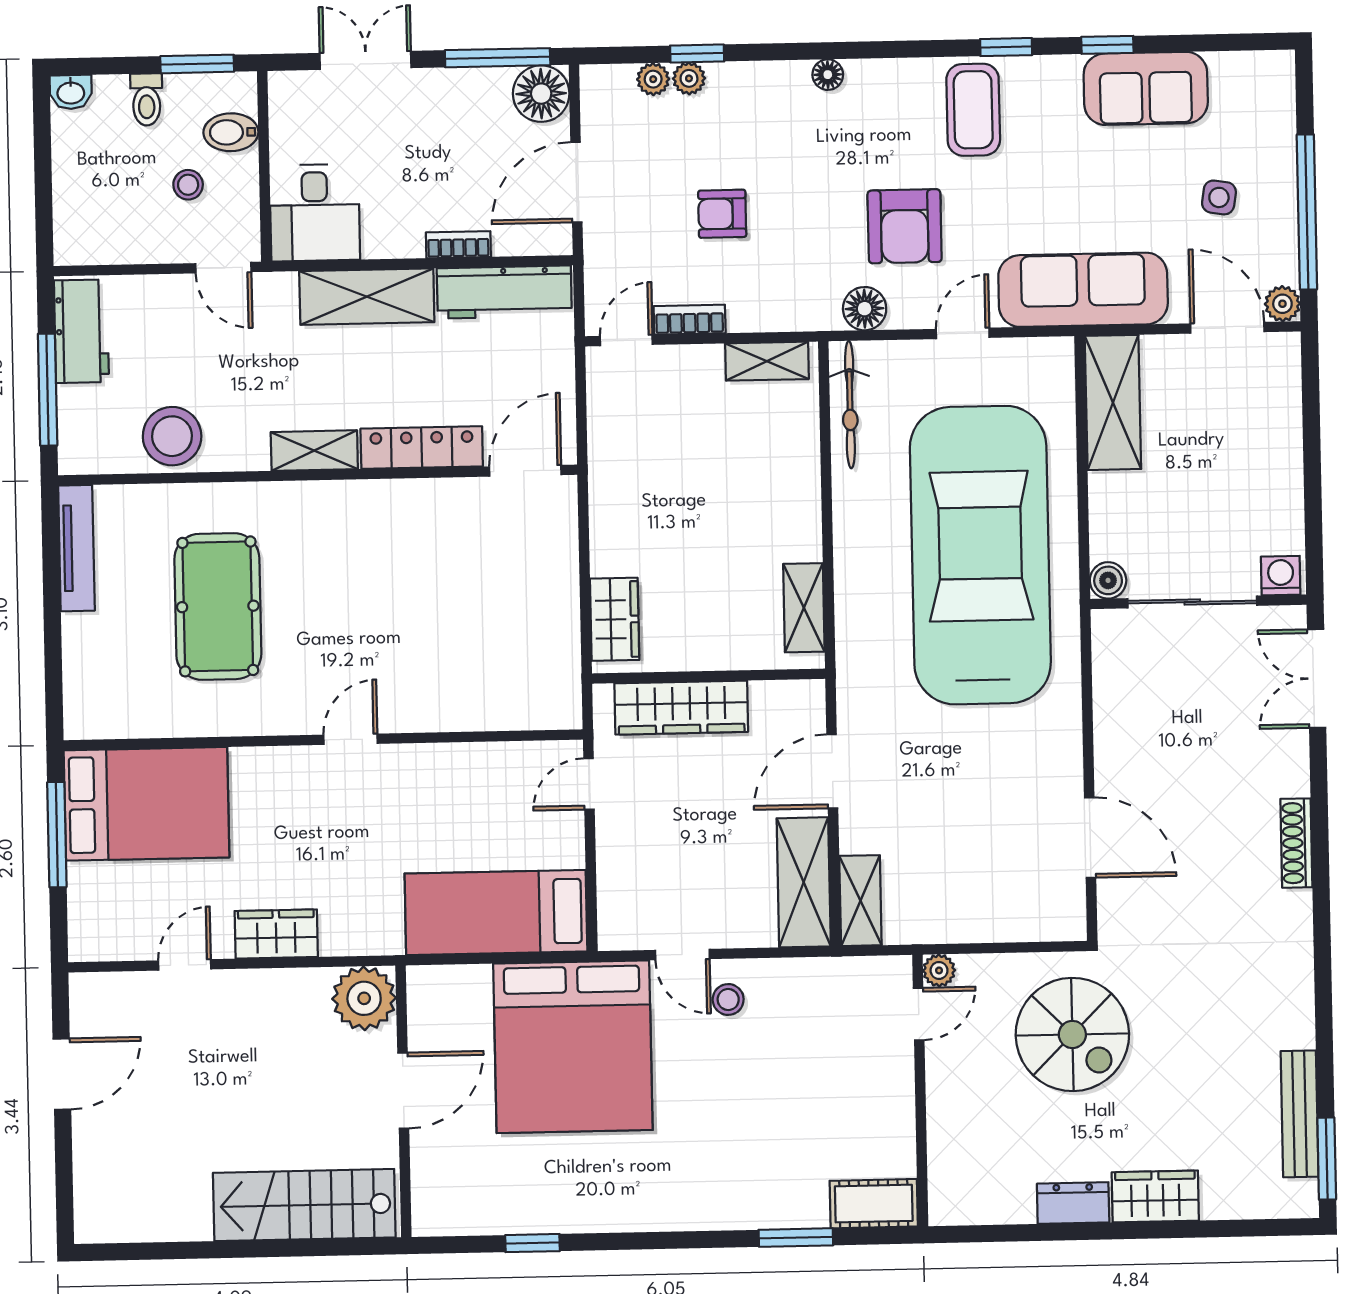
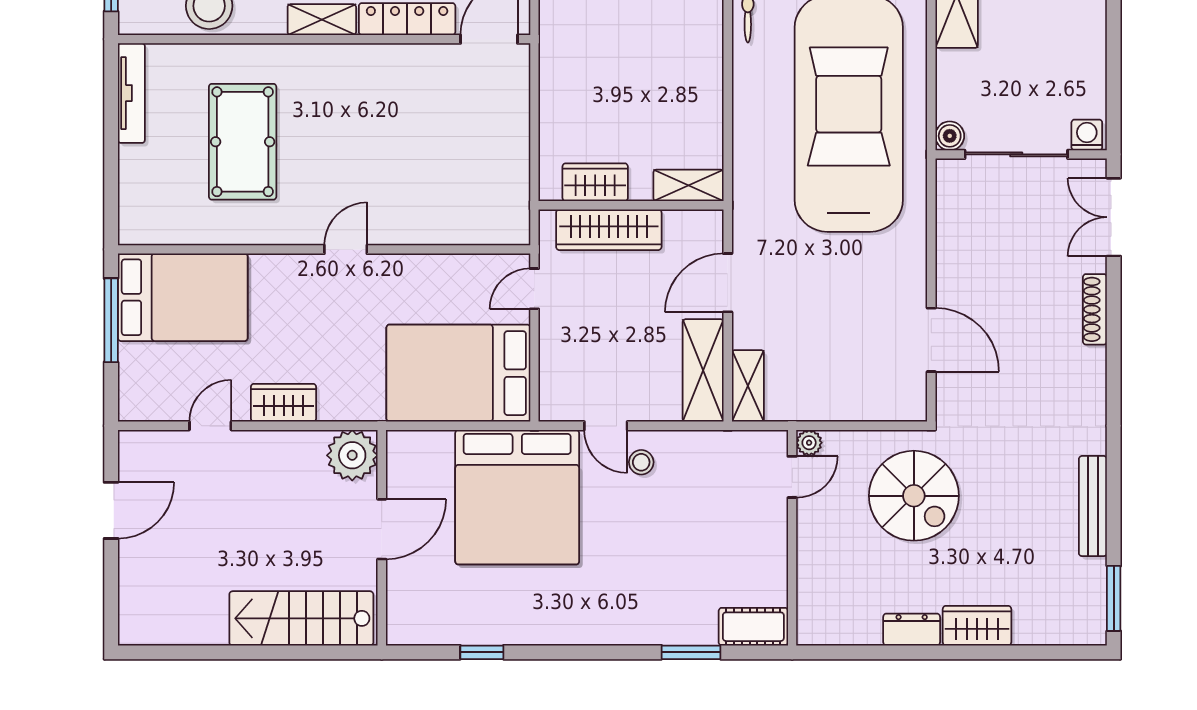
shelving: (804, 608) -> (688, 185), moved, turned 90
wardrobe: (615, 619) -> (595, 182), moved, turned -90
shoe rack: (1296, 843) -> (1095, 309), moved
bed: (496, 912) -> (458, 373), width x1.50
bench: (1300, 1114) -> (1093, 506), moved

